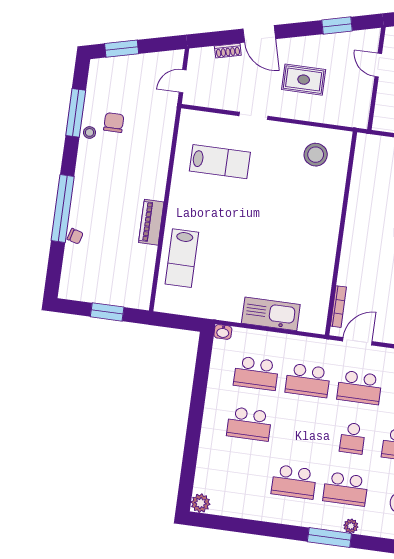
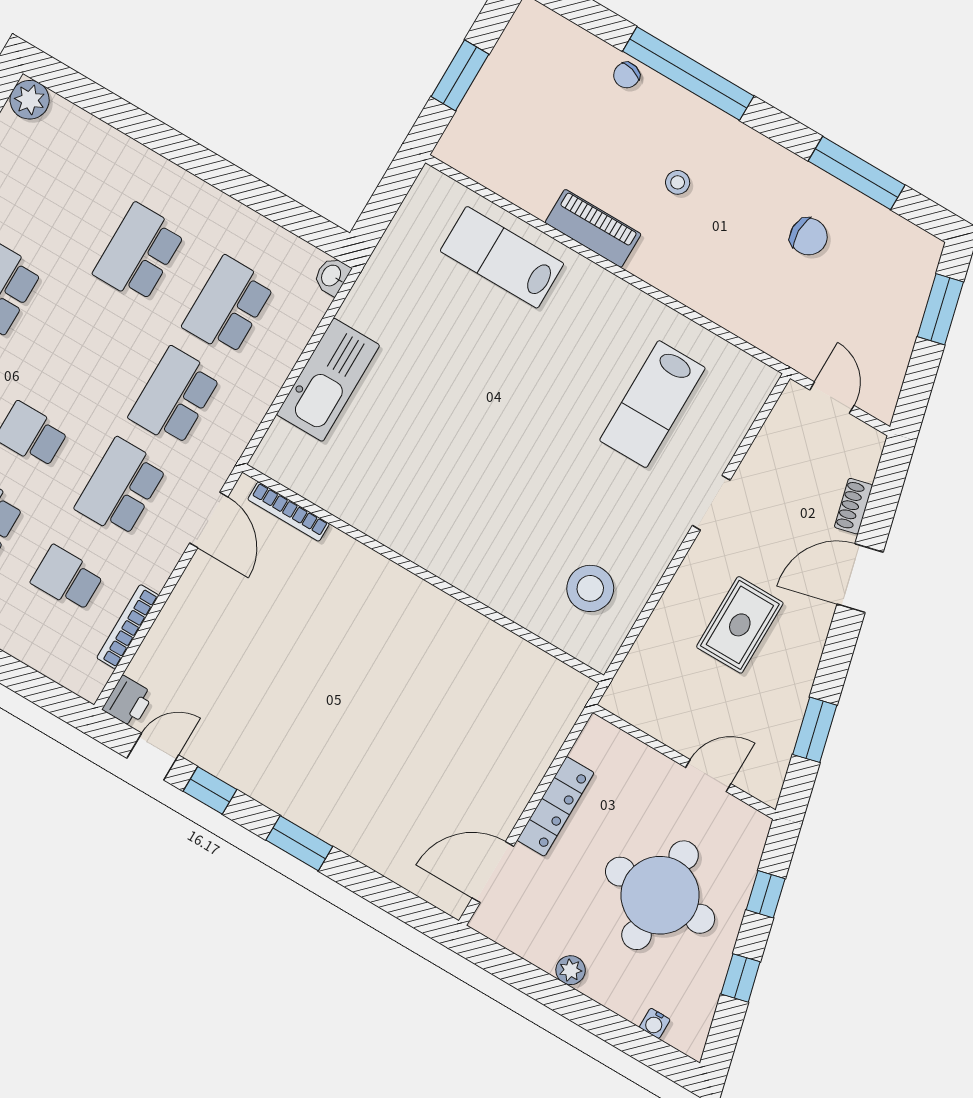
stool: (90, 132) -> (678, 182), moved

